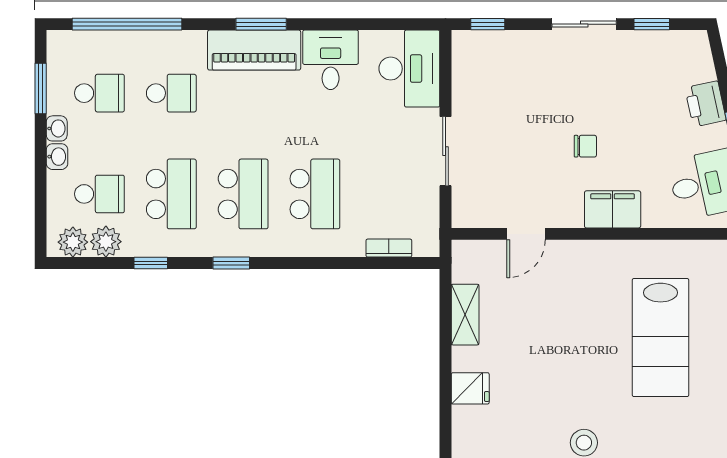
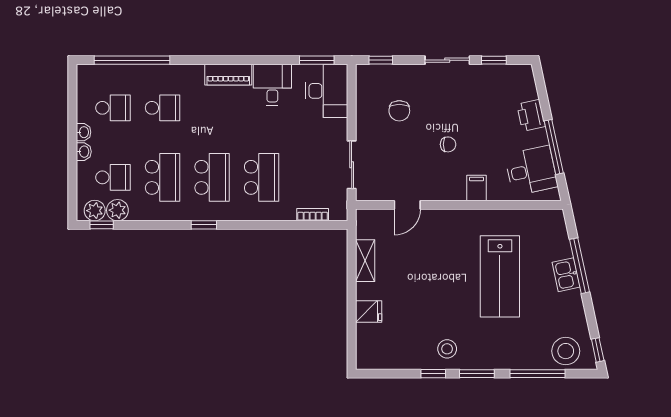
window: (261, 24) -> (317, 60), moved
piano: (254, 50) -> (228, 75), width x0.73, depth x0.75
window: (41, 89) -> (72, 105), removed
chair: (515, 97) -> (399, 111), added
sliding door: (446, 151) -> (352, 165), moved
filing cabinet: (613, 209) -> (477, 188), width x0.50
window: (151, 263) -> (102, 225), moved

